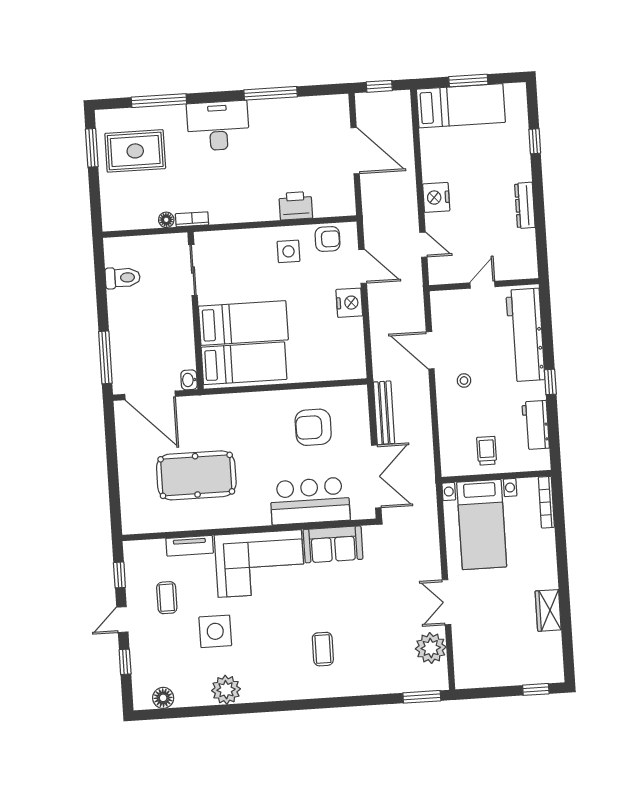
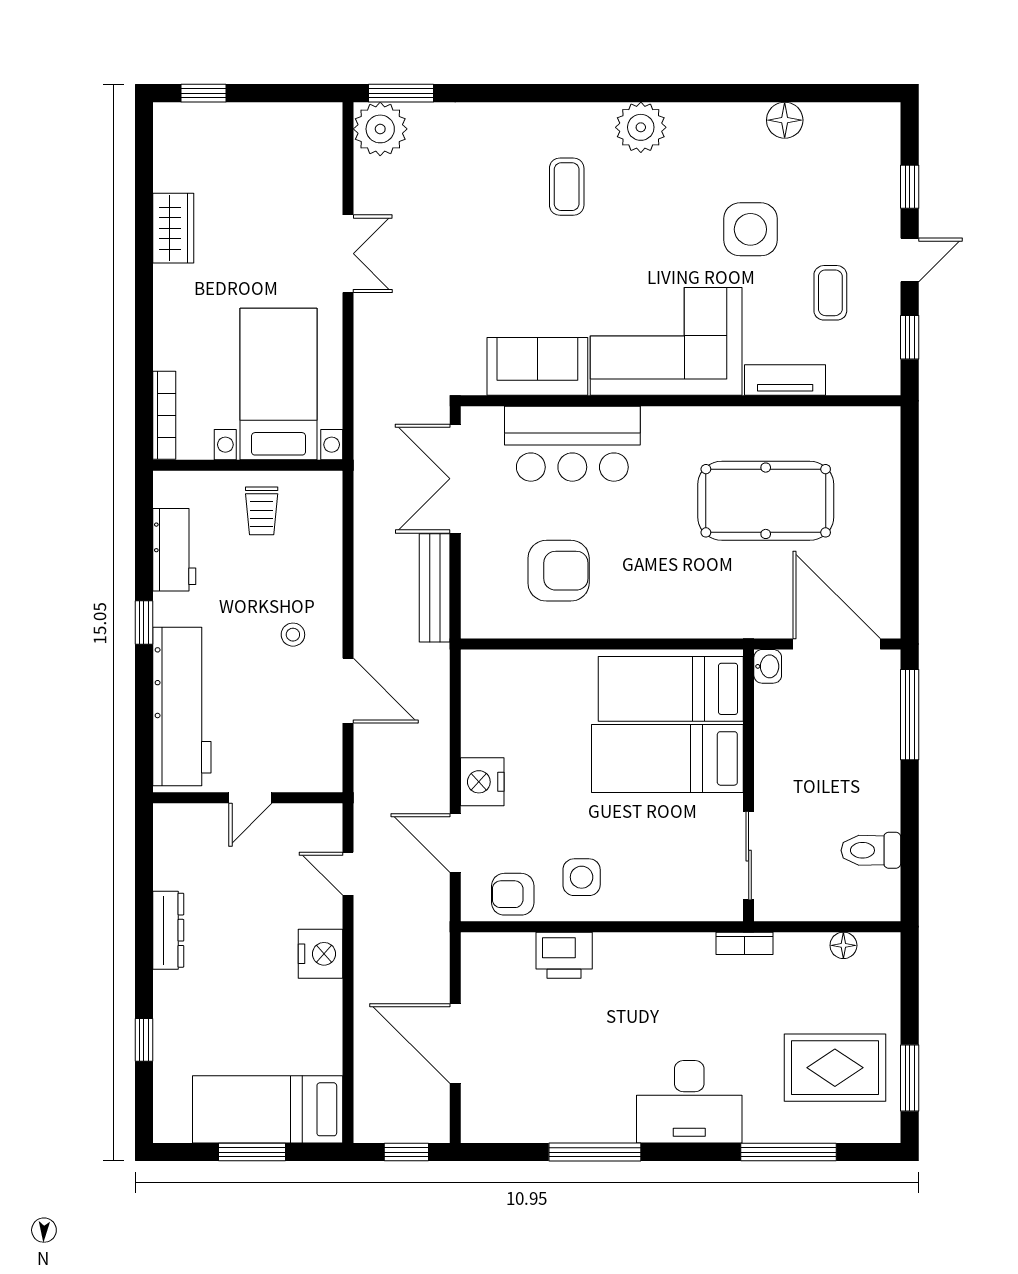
floor lamp: (166, 220) -> (843, 945), moved
plant: (431, 648) -> (380, 129), moved
plant: (226, 690) -> (641, 127), moved
floor lamp: (163, 698) -> (785, 120), moved

